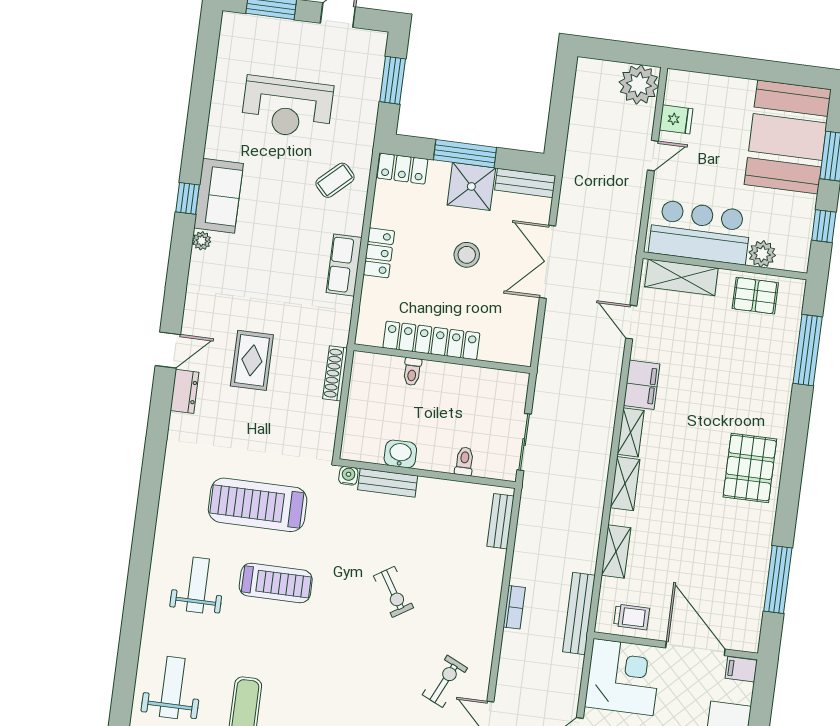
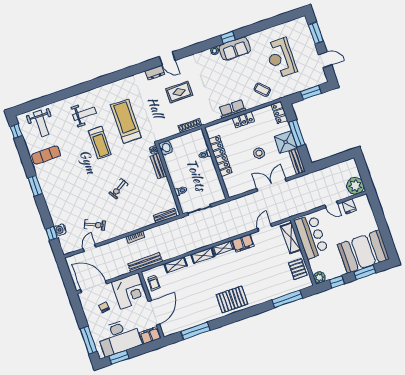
plant: (762, 254) -> (319, 277), moved
washbasin: (400, 454) -> (166, 148), moved
filing cabinet: (741, 669) -> (150, 335), width x2.00
weight bench: (172, 687) -> (41, 123), turned 90

